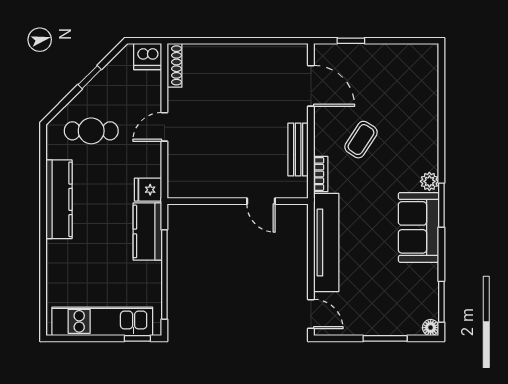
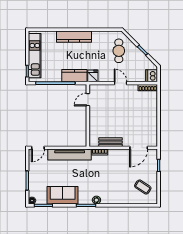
coffee table: (361, 140) -> (143, 187), moved
kitchen counter: (59, 199) -> (74, 37), moved
door: (261, 201) -> (88, 100), moved
sofa: (418, 227) -> (63, 195), moved

